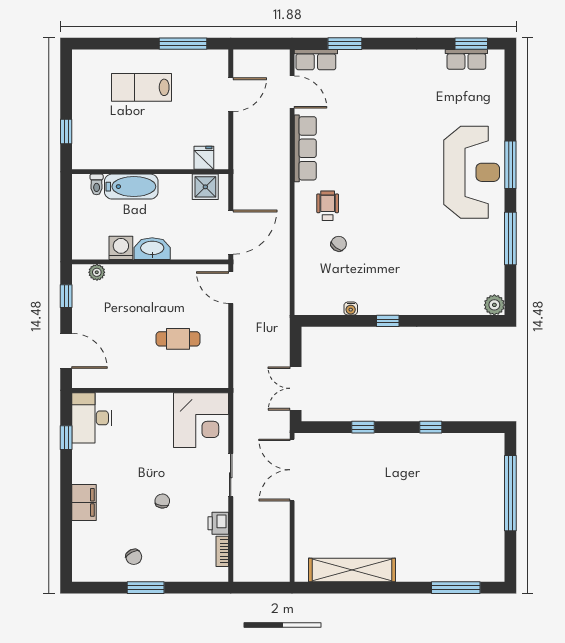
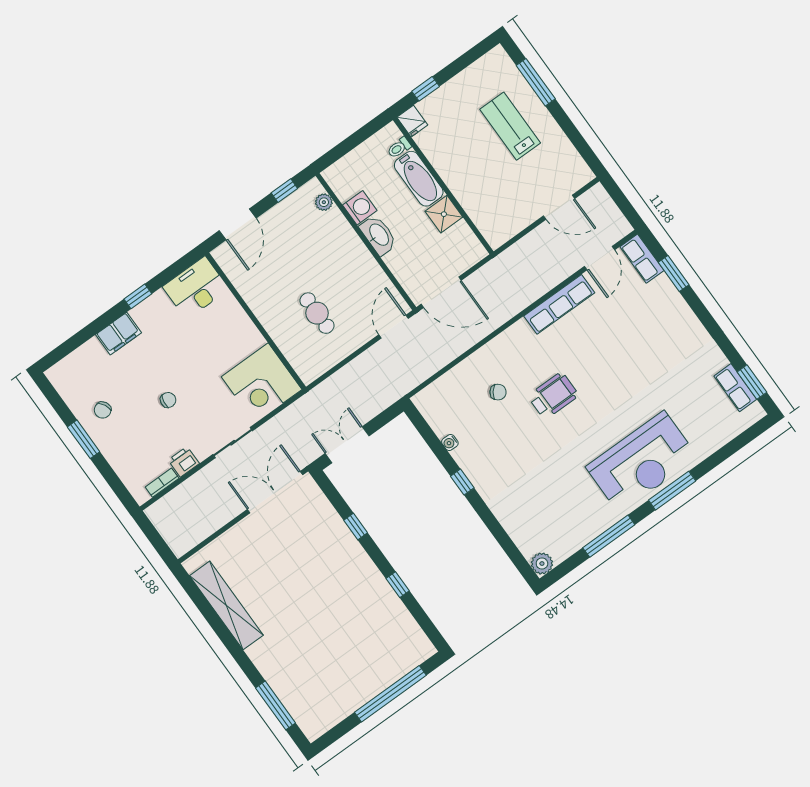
window: (183, 44) -> (536, 82), moved
fridge: (204, 158) -> (412, 121), moved, turned 90
shower: (205, 187) -> (444, 214), moved
wheelchair: (328, 206) -> (553, 396), moved, width x1.36, depth x1.37
window: (66, 438) -> (138, 296), moved

